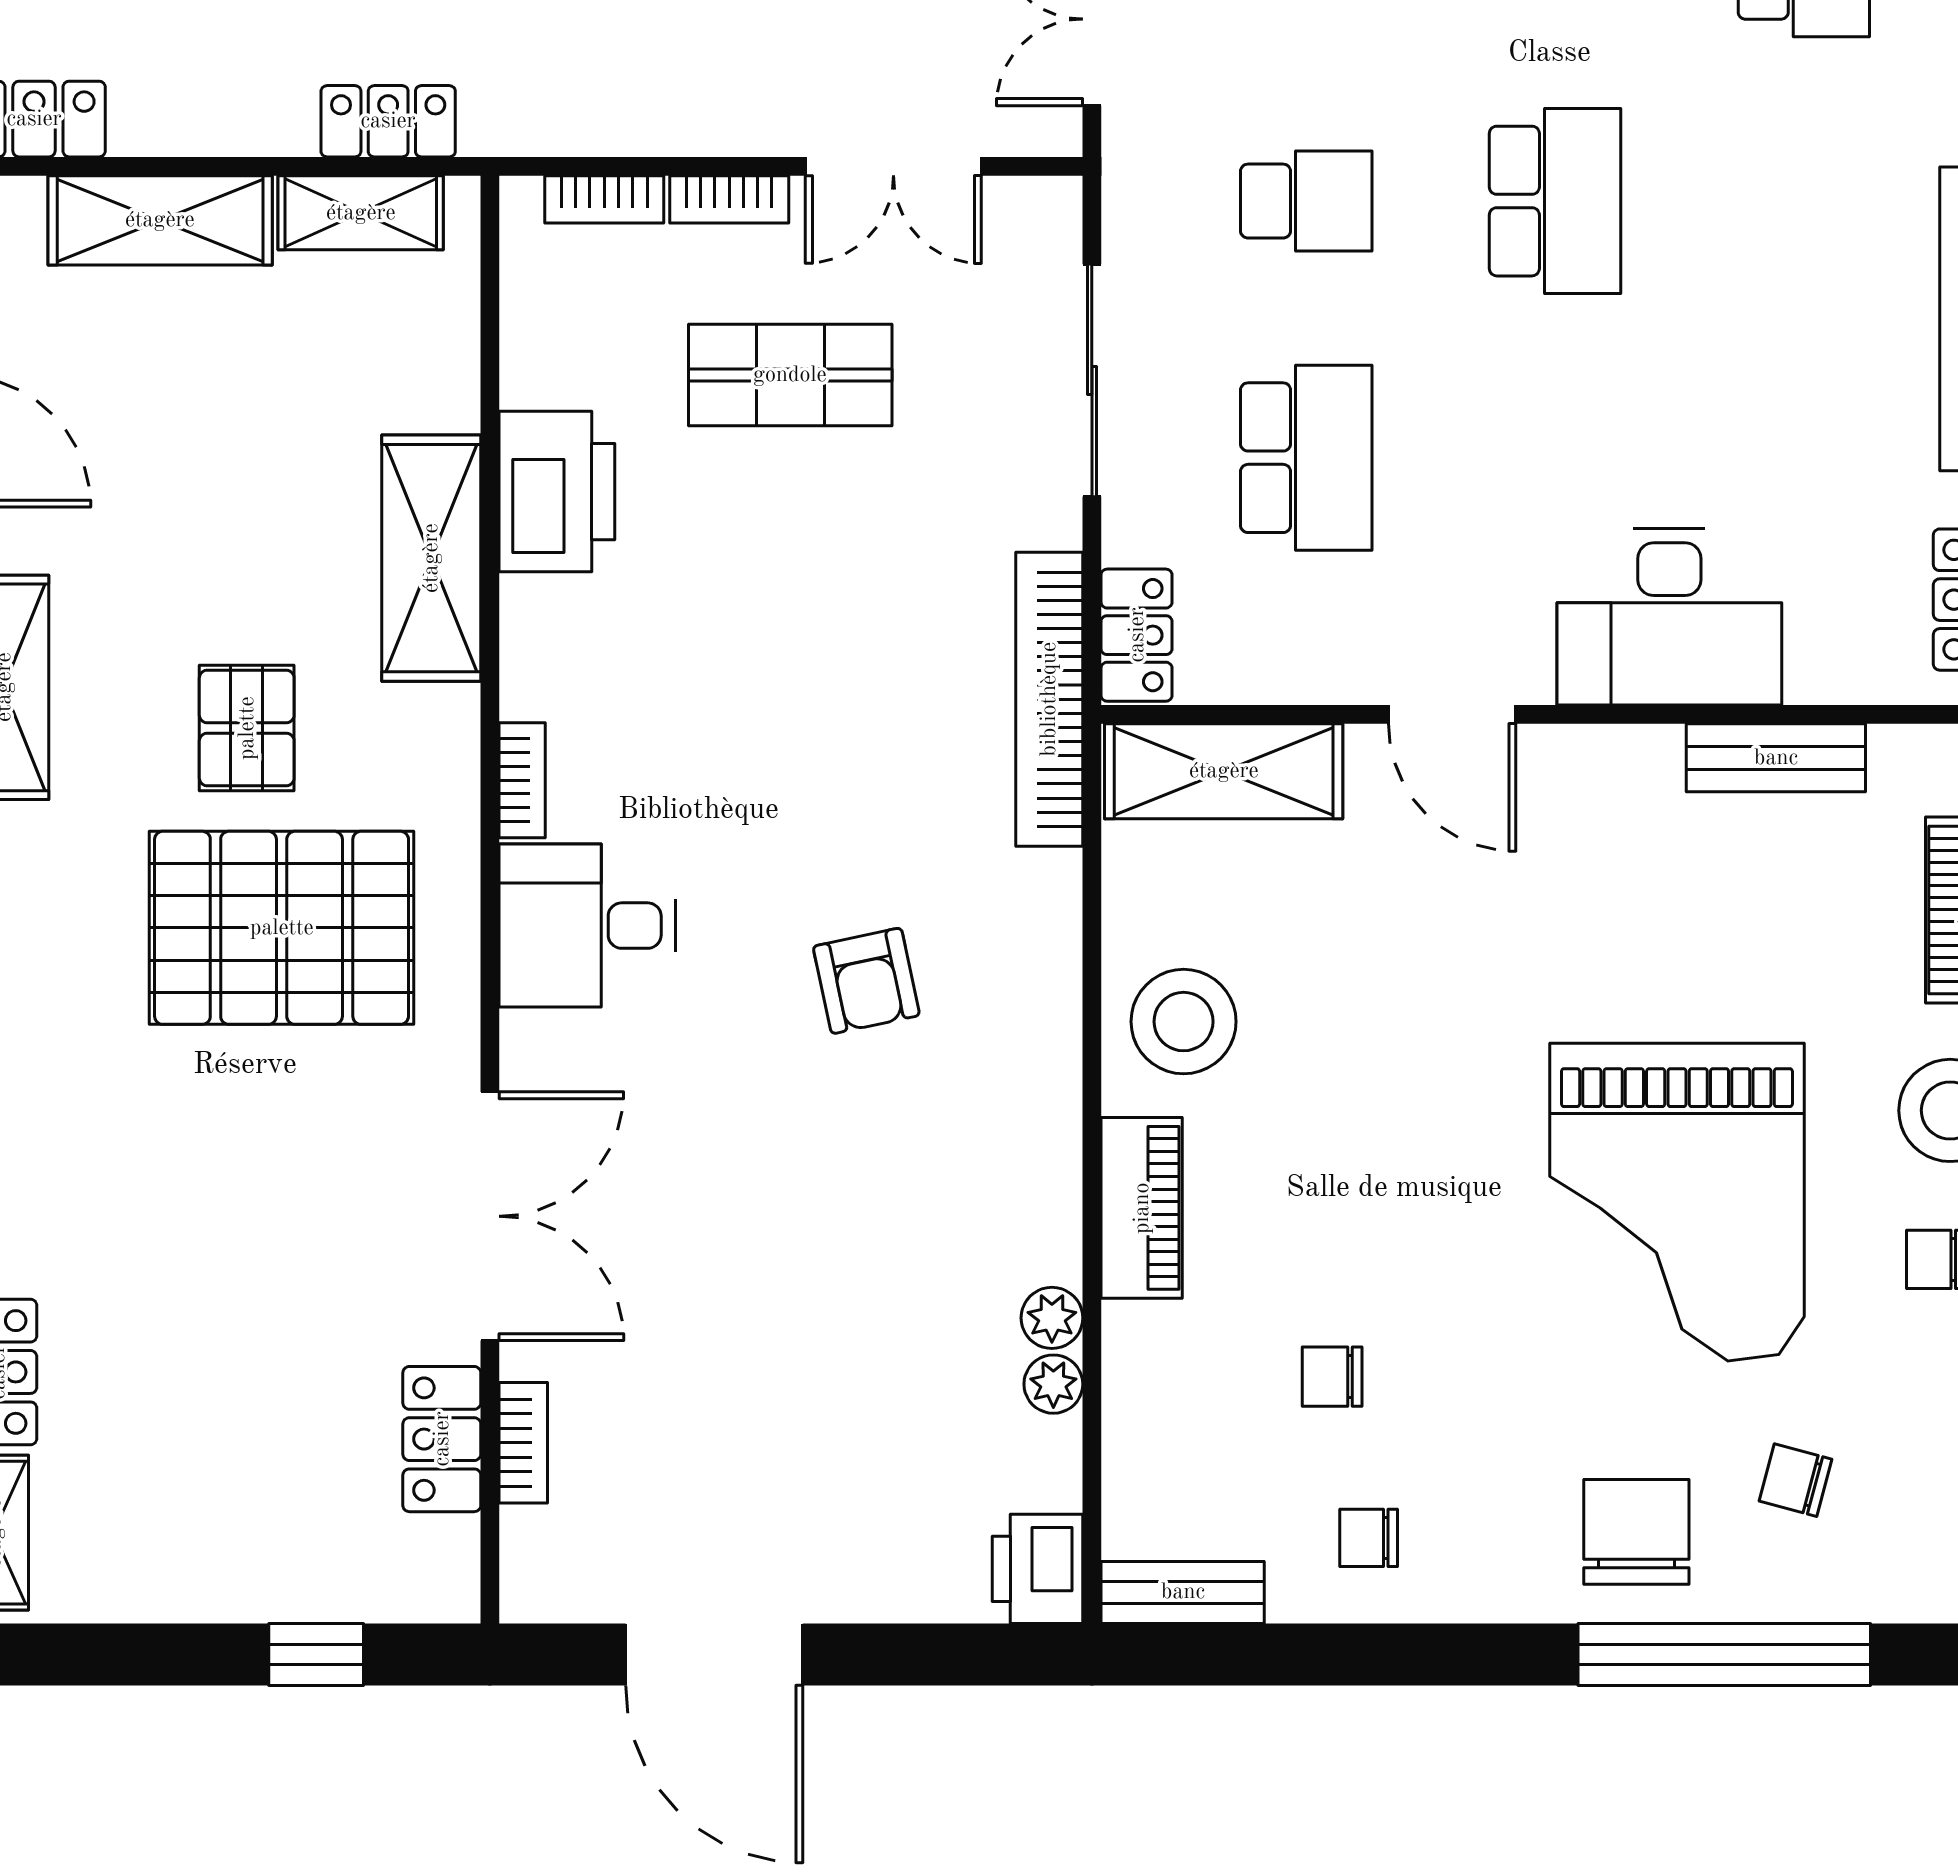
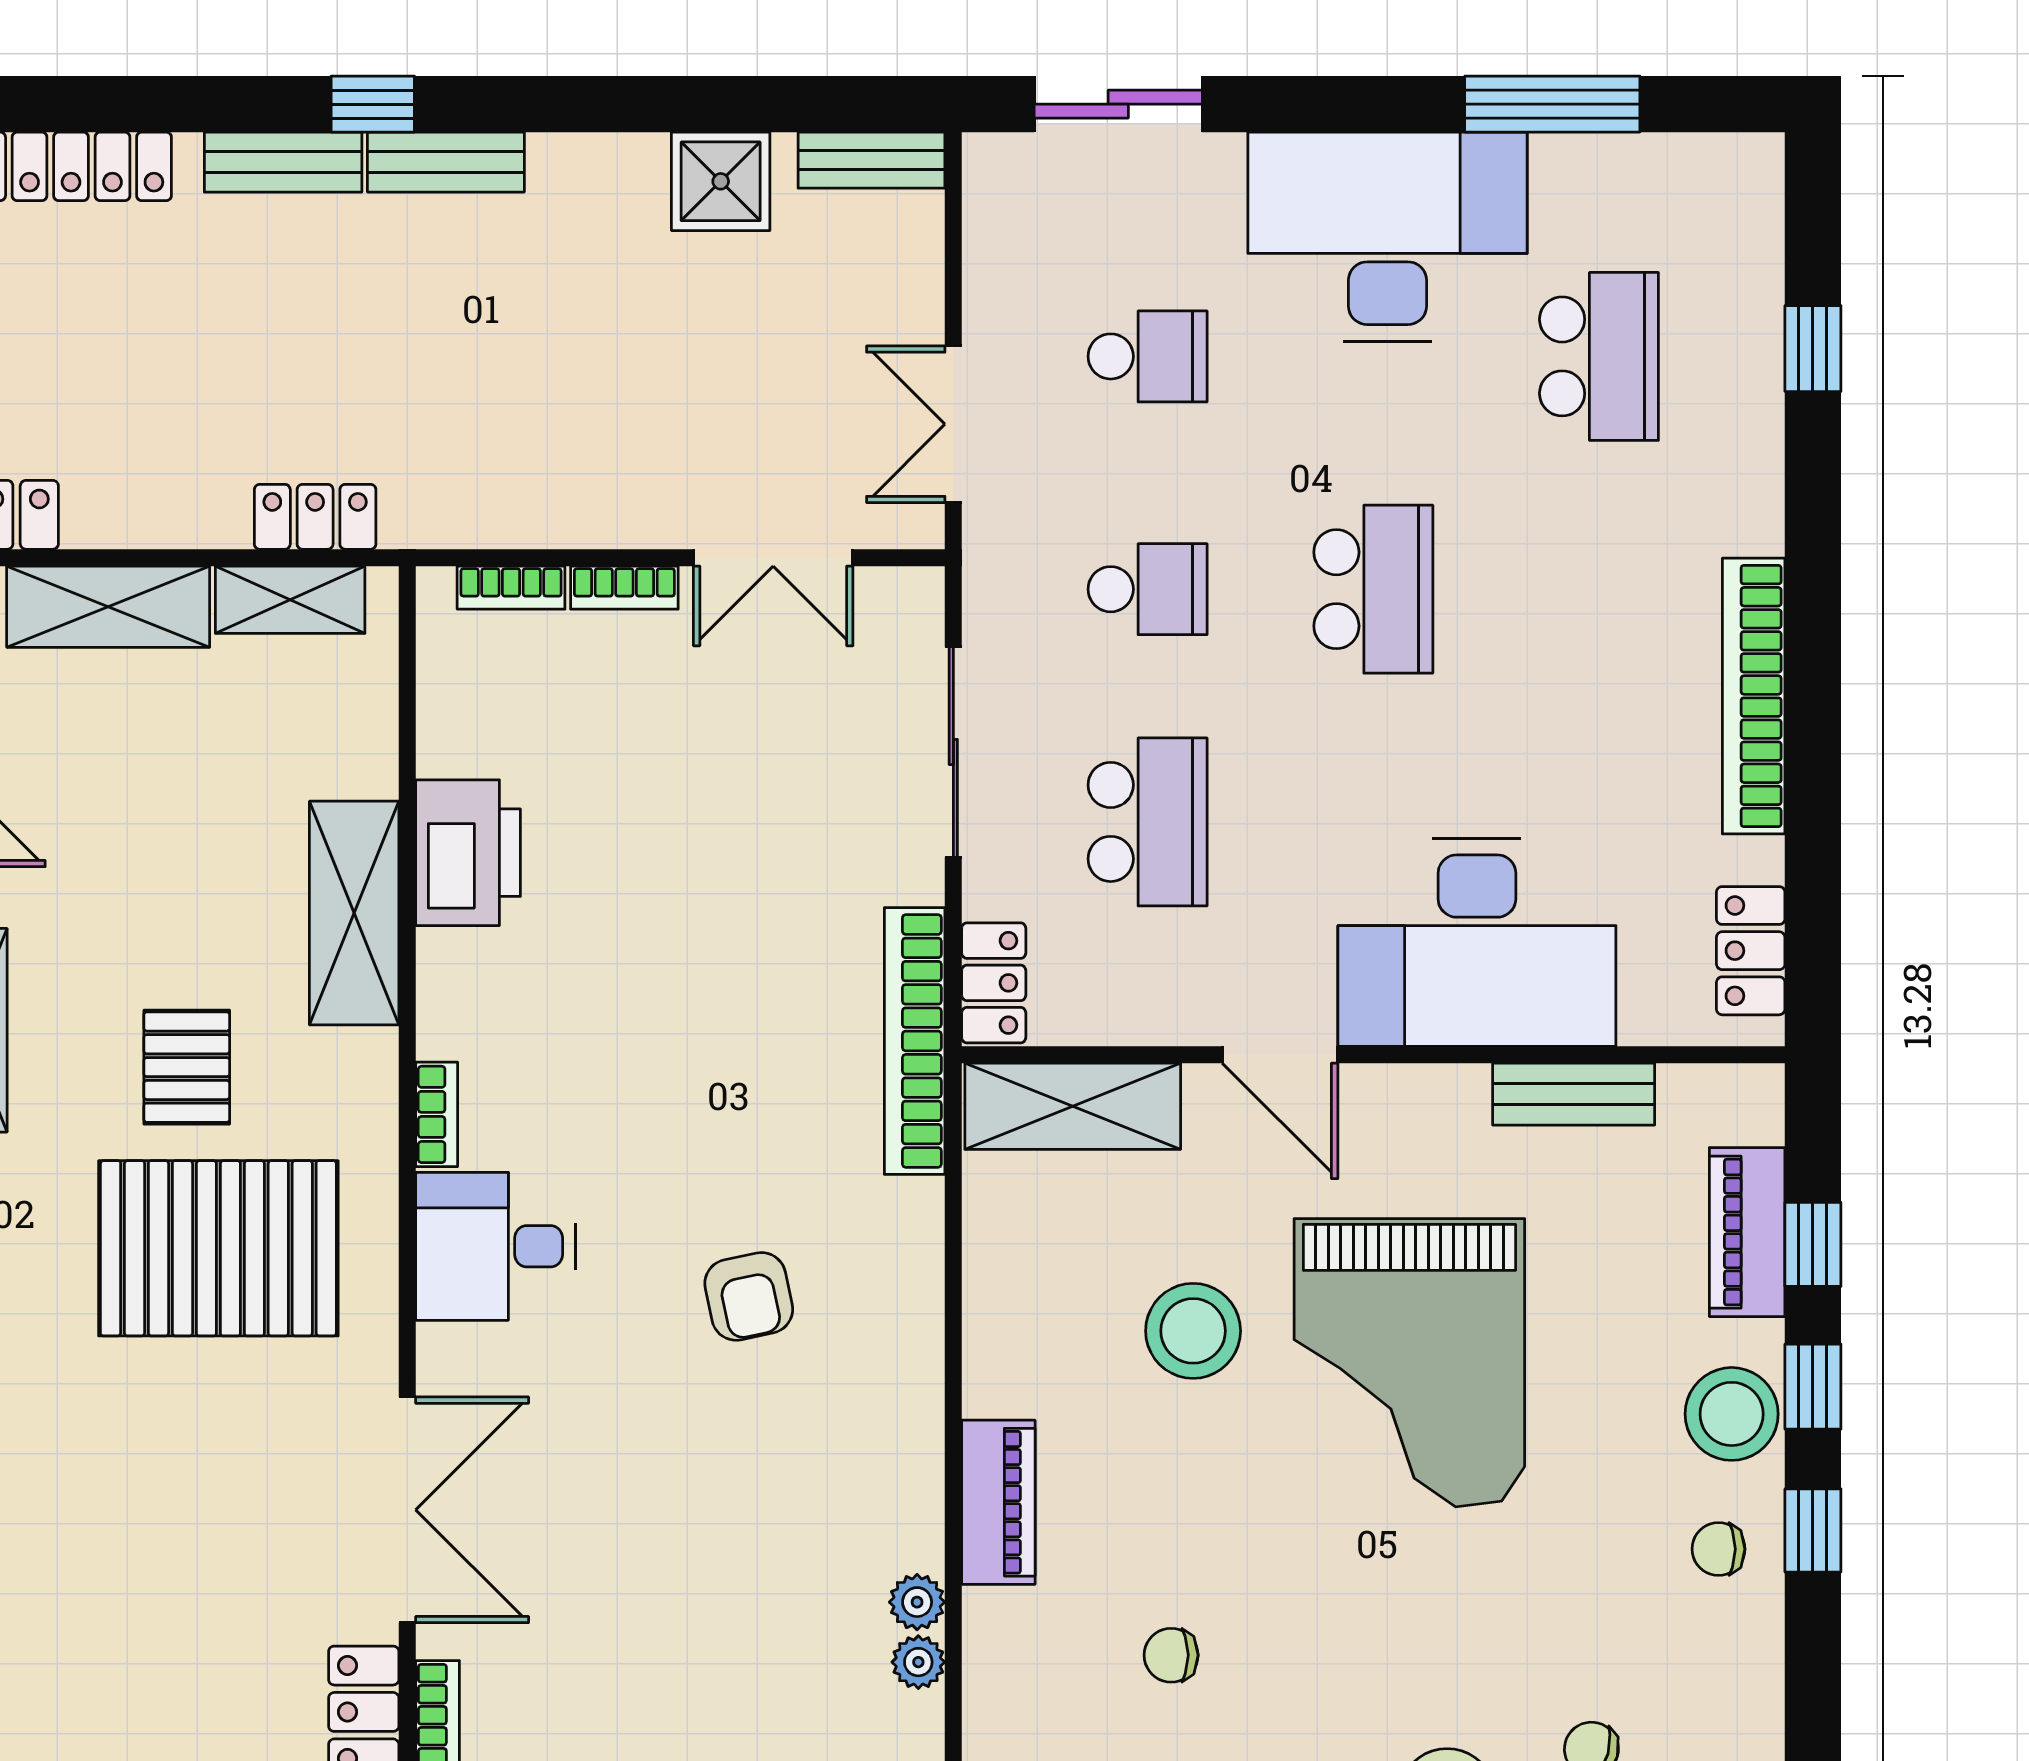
shop shelf: (790, 375) -> (680, 747), removed
desk: (1669, 617) -> (1477, 942), width x1.36, depth x1.30
stool: (1184, 1022) -> (1193, 1331), moved
grand piano: (1677, 1202) -> (1409, 1363), moved

